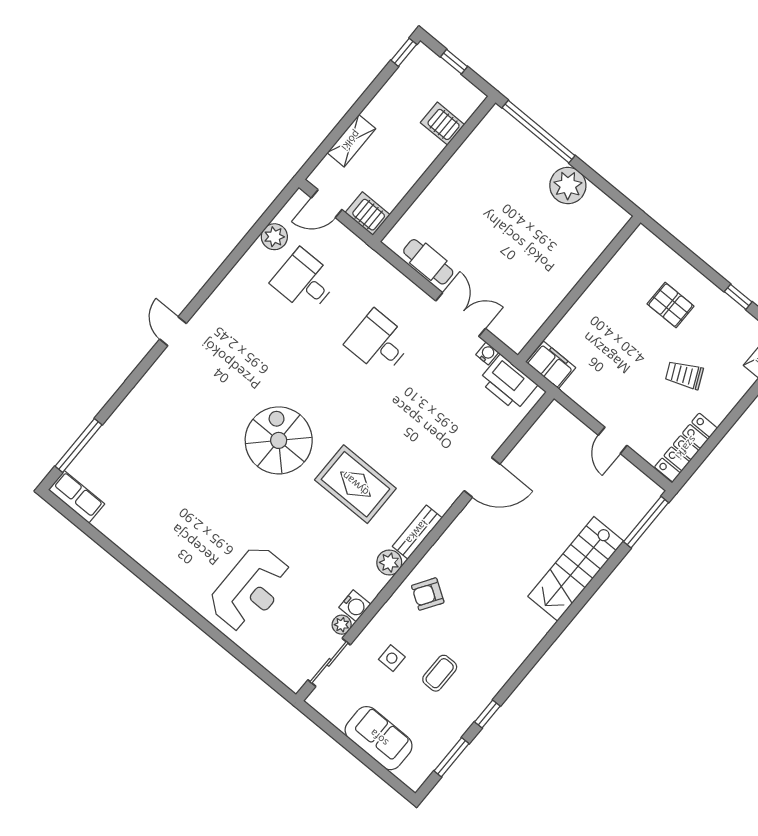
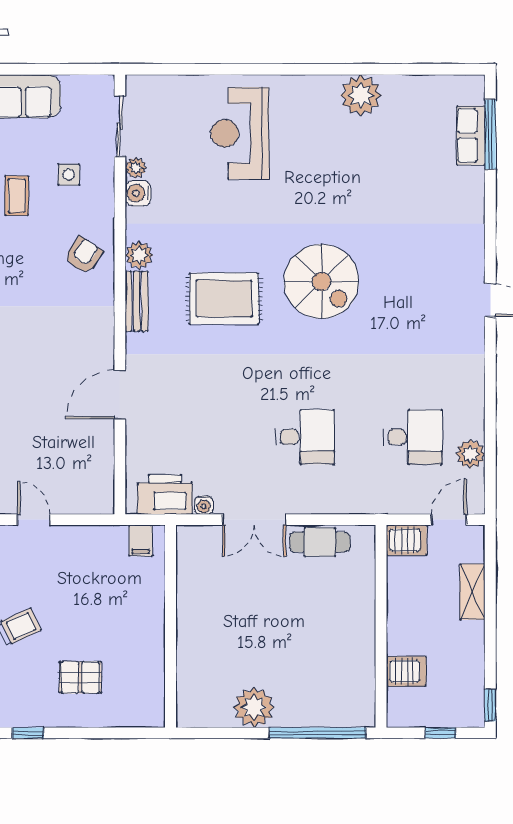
filing cabinet: (551, 365) -> (141, 541), width x0.50
row of seats: (76, 497) -> (471, 135), moved, turned 90
plant: (145, 546) -> (361, 95), added

